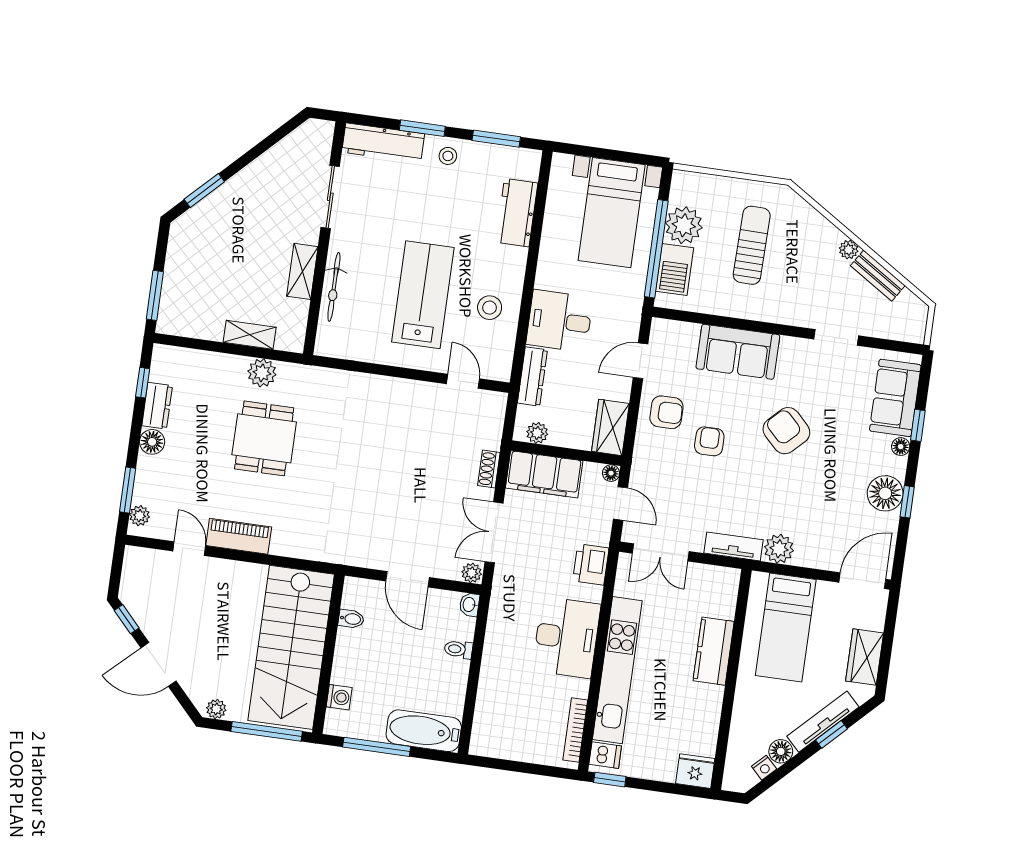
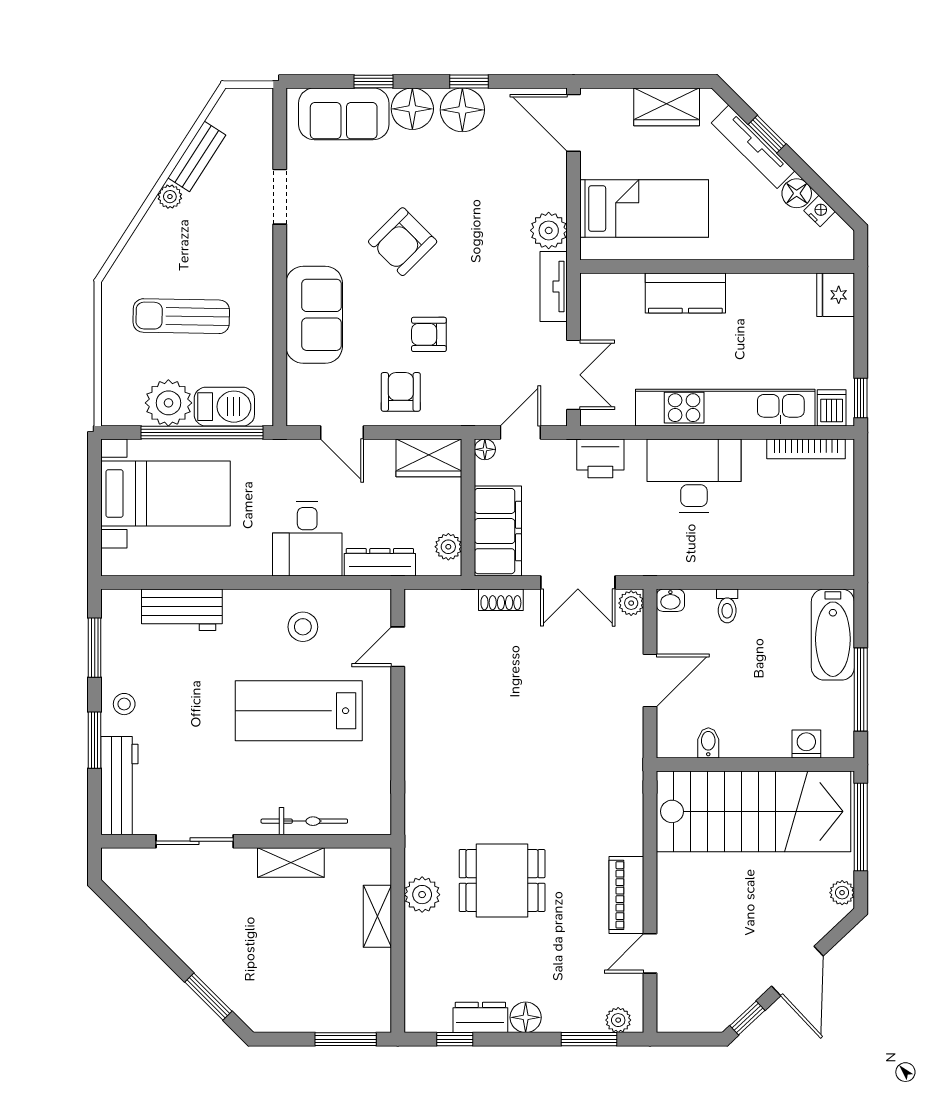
floor lamp: (901, 447) -> (412, 109), width x1.89, depth x1.89

